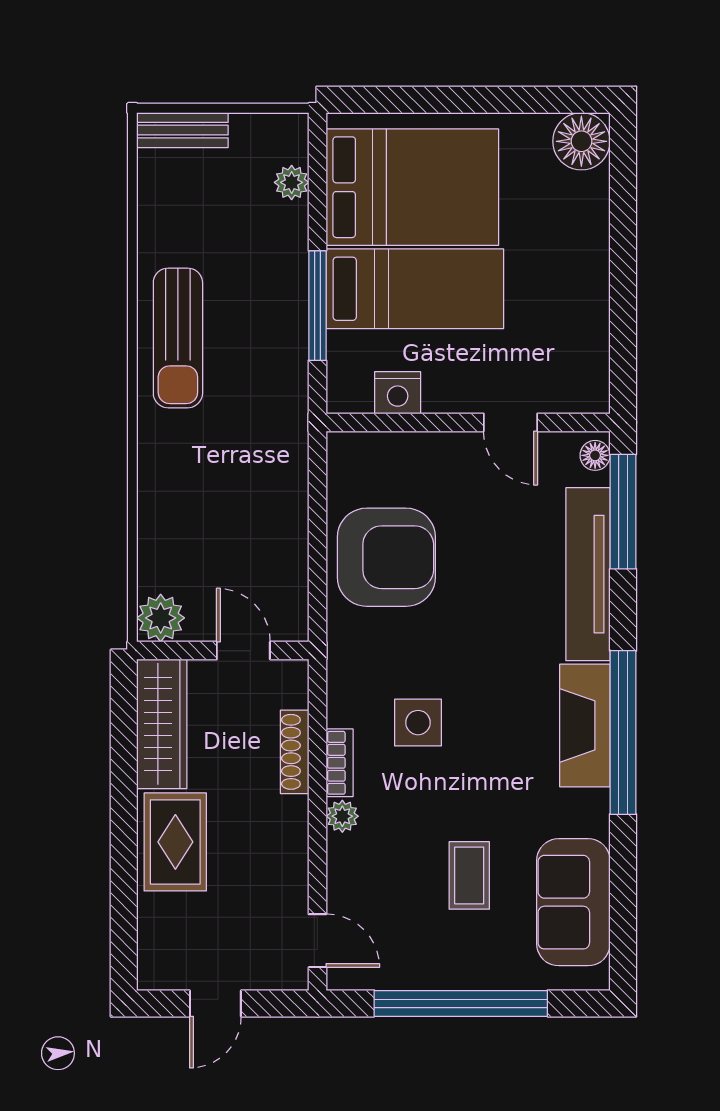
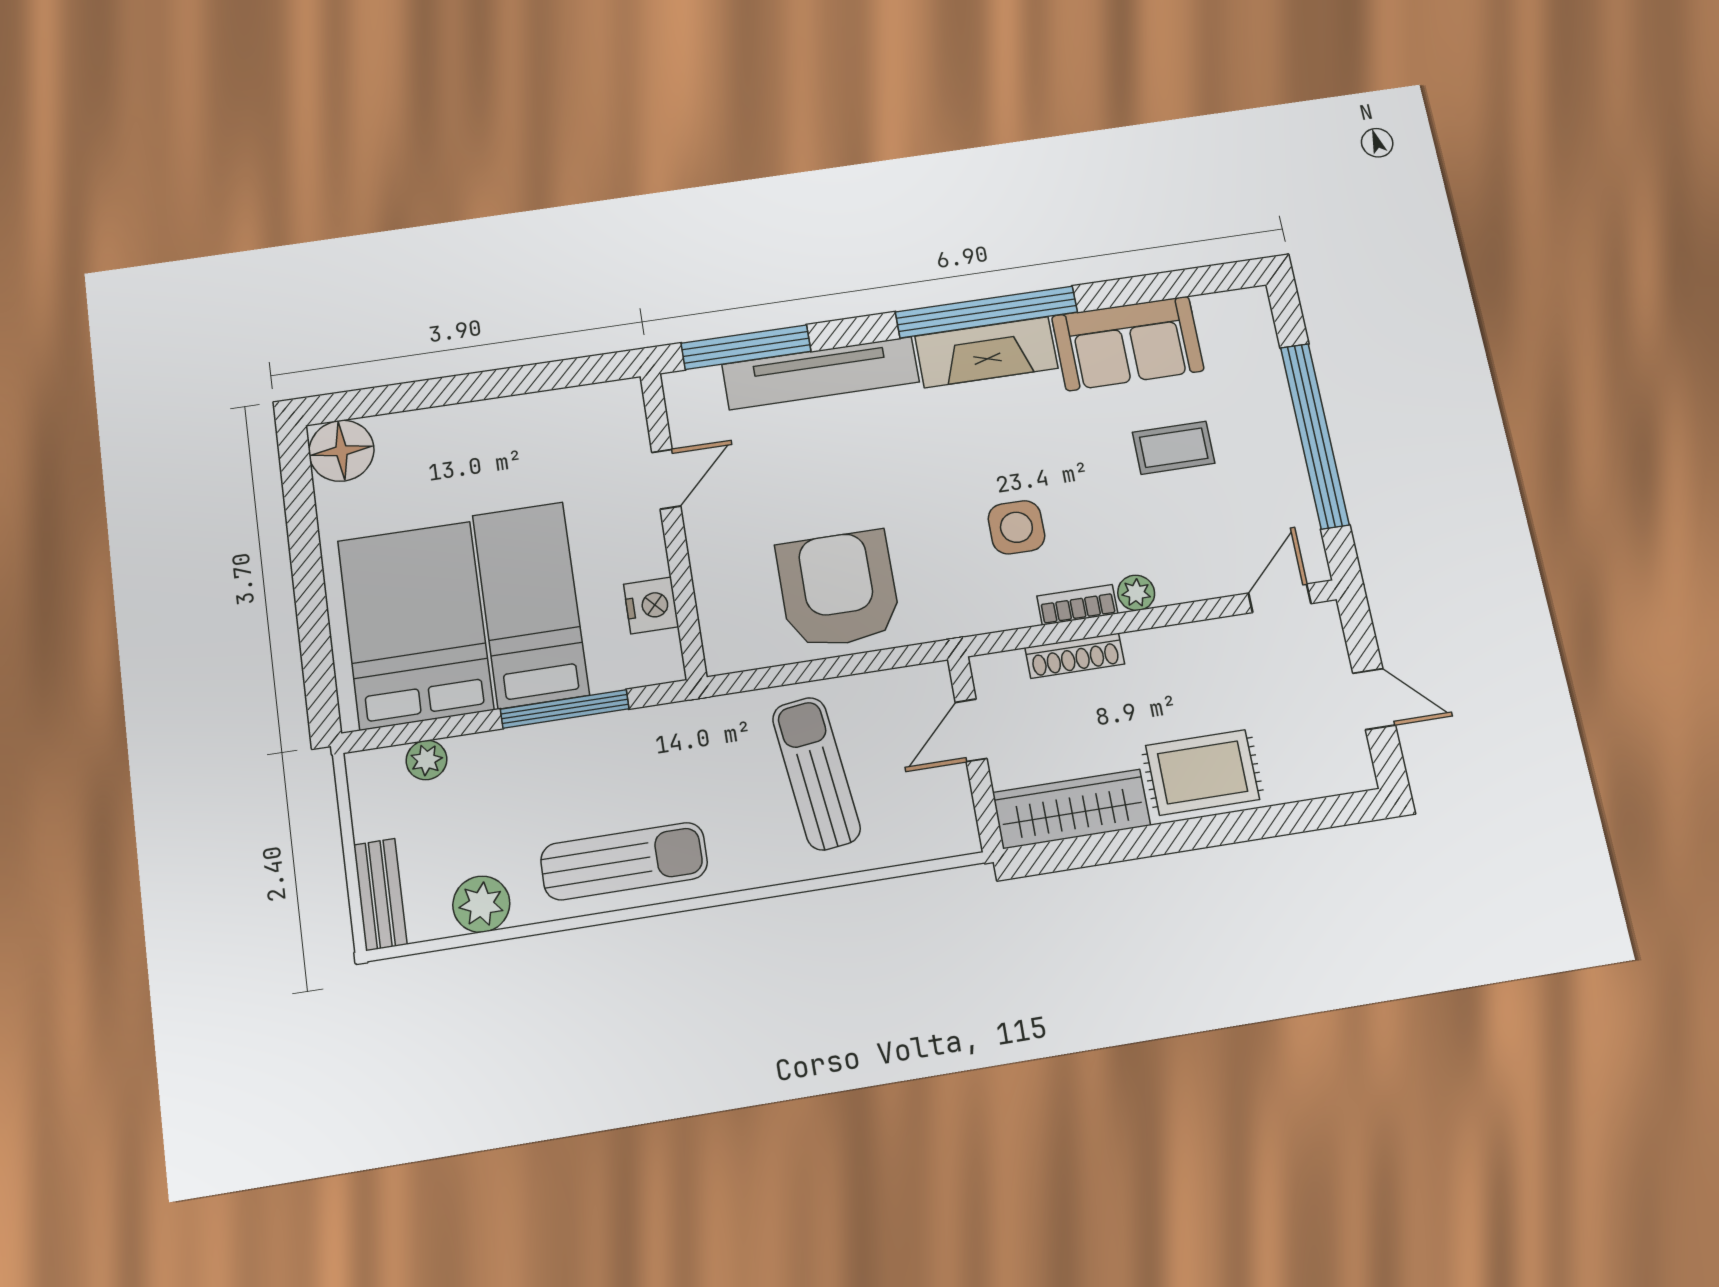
floor lamp: (595, 455) -> (689, 385), removed
sun lounger: (227, 512) -> (816, 773), added
plant: (161, 618) -> (481, 904), moved
sofa: (573, 902) -> (1128, 343), moved

